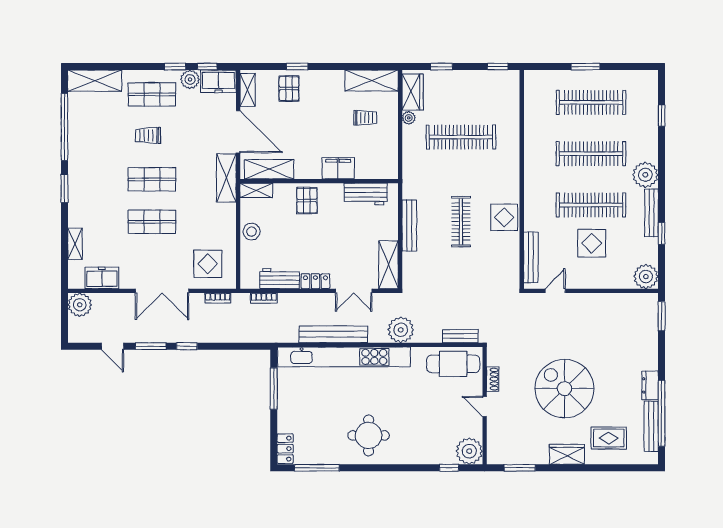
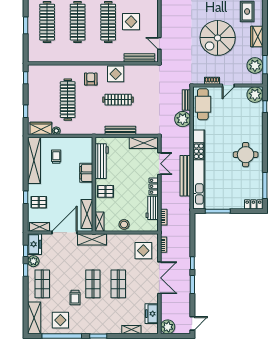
shelving: (372, 81) -> (34, 160), width x1.47
display table: (91, 125) -> (60, 320), added
trolley: (148, 135) -> (75, 298), moved
armchair: (495, 176) -> (91, 79), added
workbench: (366, 194) -> (102, 161), width x1.38
plant: (401, 330) -> (183, 119), moved
door: (113, 346) -> (192, 323), moved
plant: (518, 451) -> (255, 65), added

